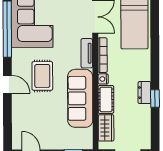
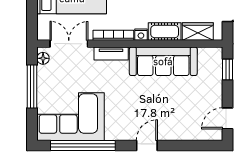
rug: (42, 76) -> (137, 105), removed

